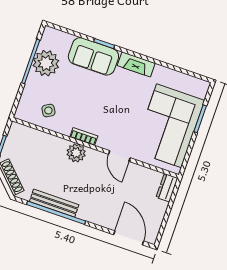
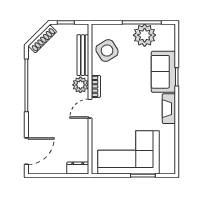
side table: (48, 111) -> (107, 51), width x1.87, depth x1.87
door: (119, 156) -> (90, 109), moved
bench: (54, 203) -> (83, 55), moved

